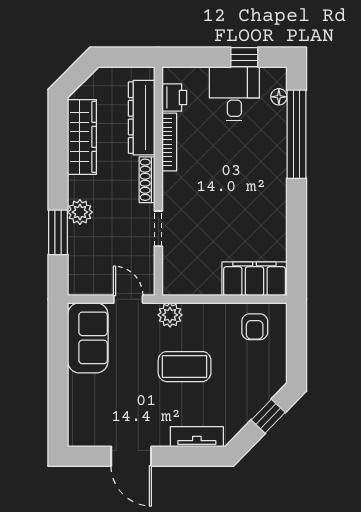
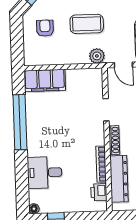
desk: (234, 94) -> (45, 172), moved, turned 90
floor lamp: (279, 97) -> (34, 209), moved
window: (296, 134) -> (20, 122), moved
armchair: (255, 327) -> (45, 28), moved

